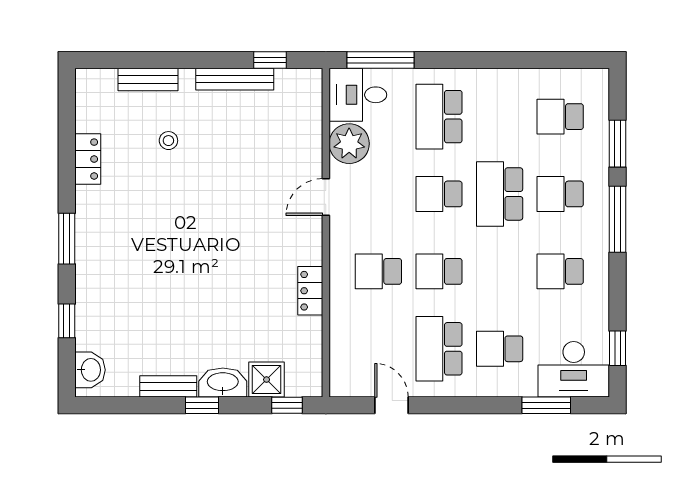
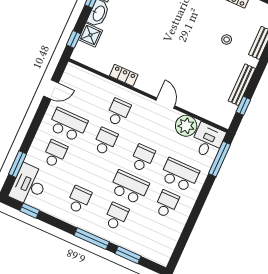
school desk: (560, 117) -> (167, 204), moved

